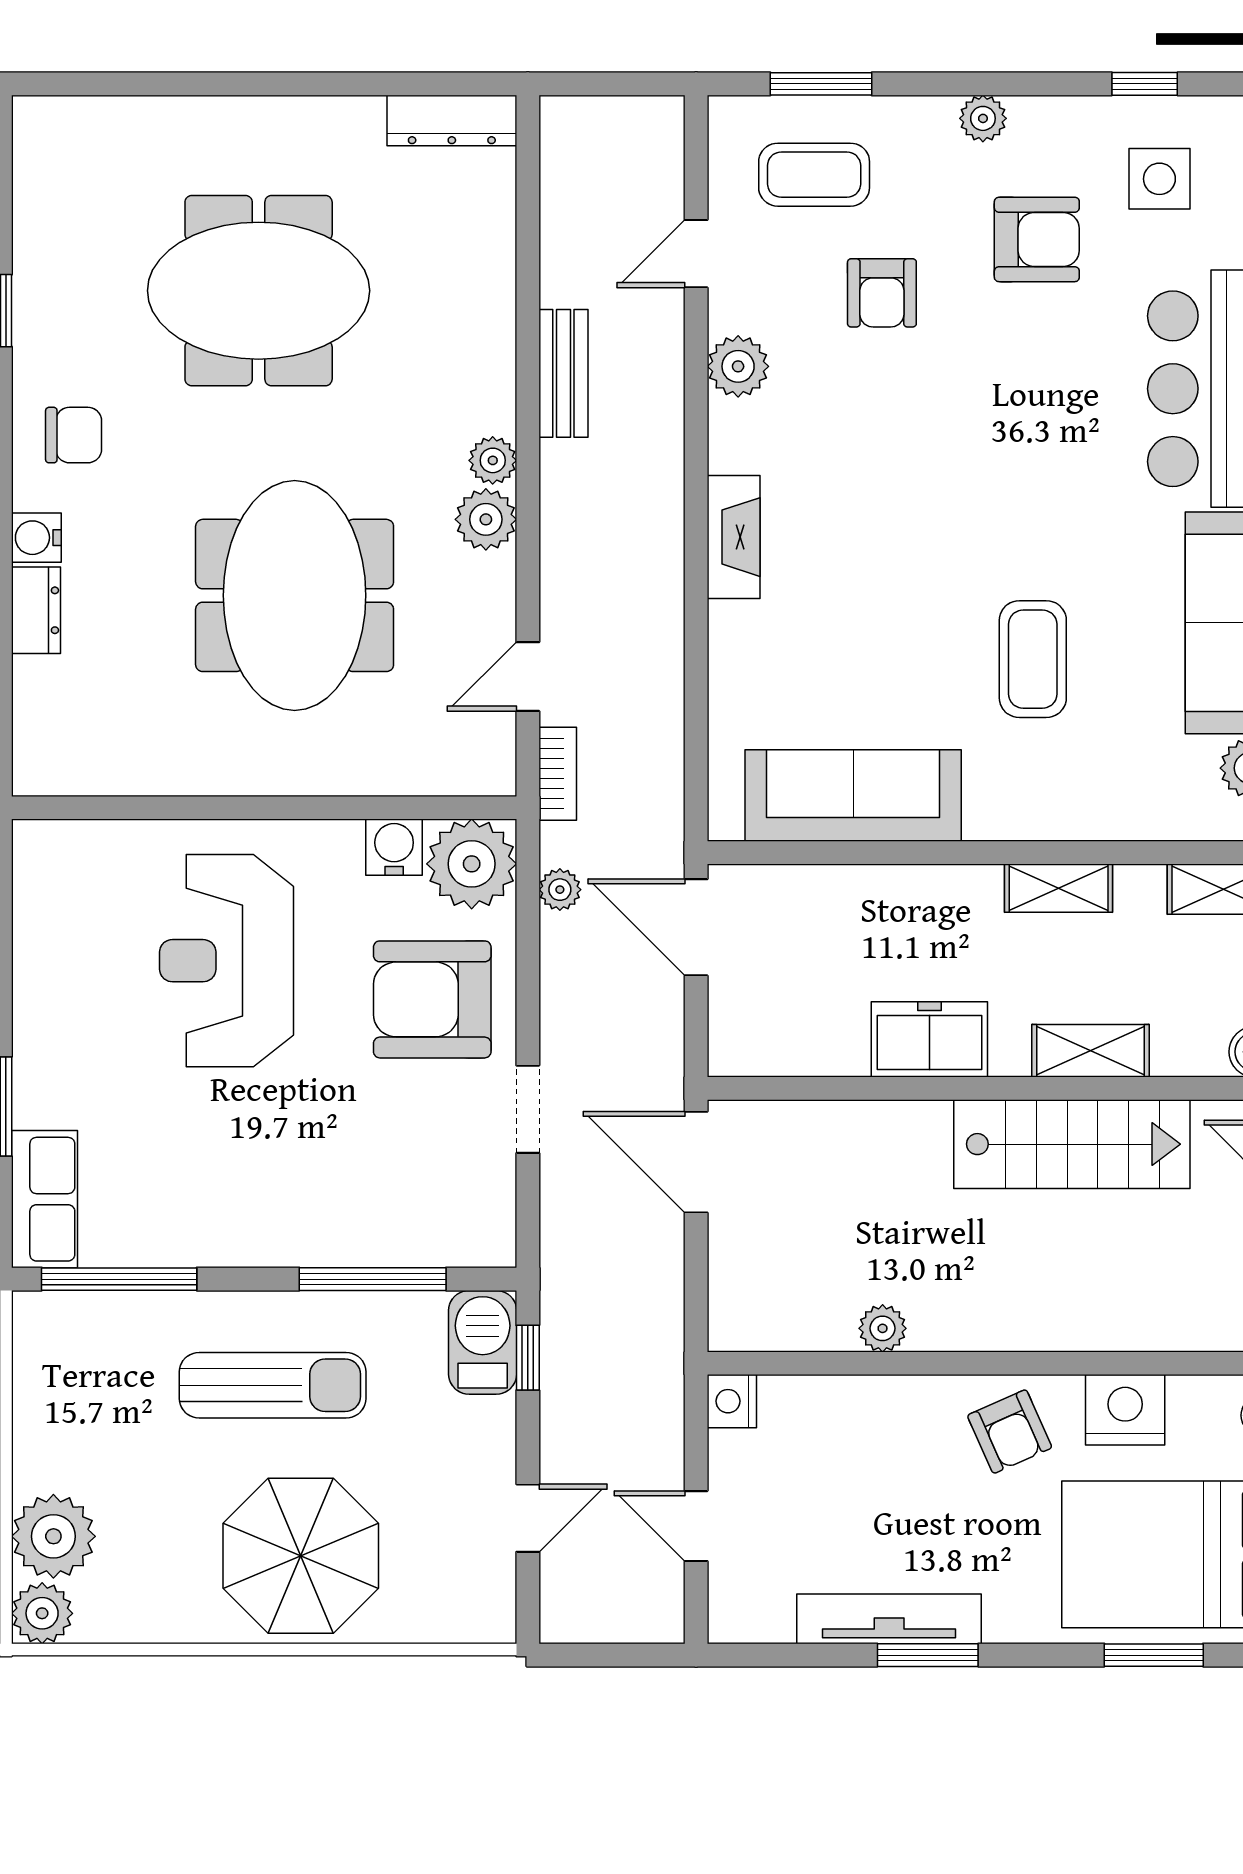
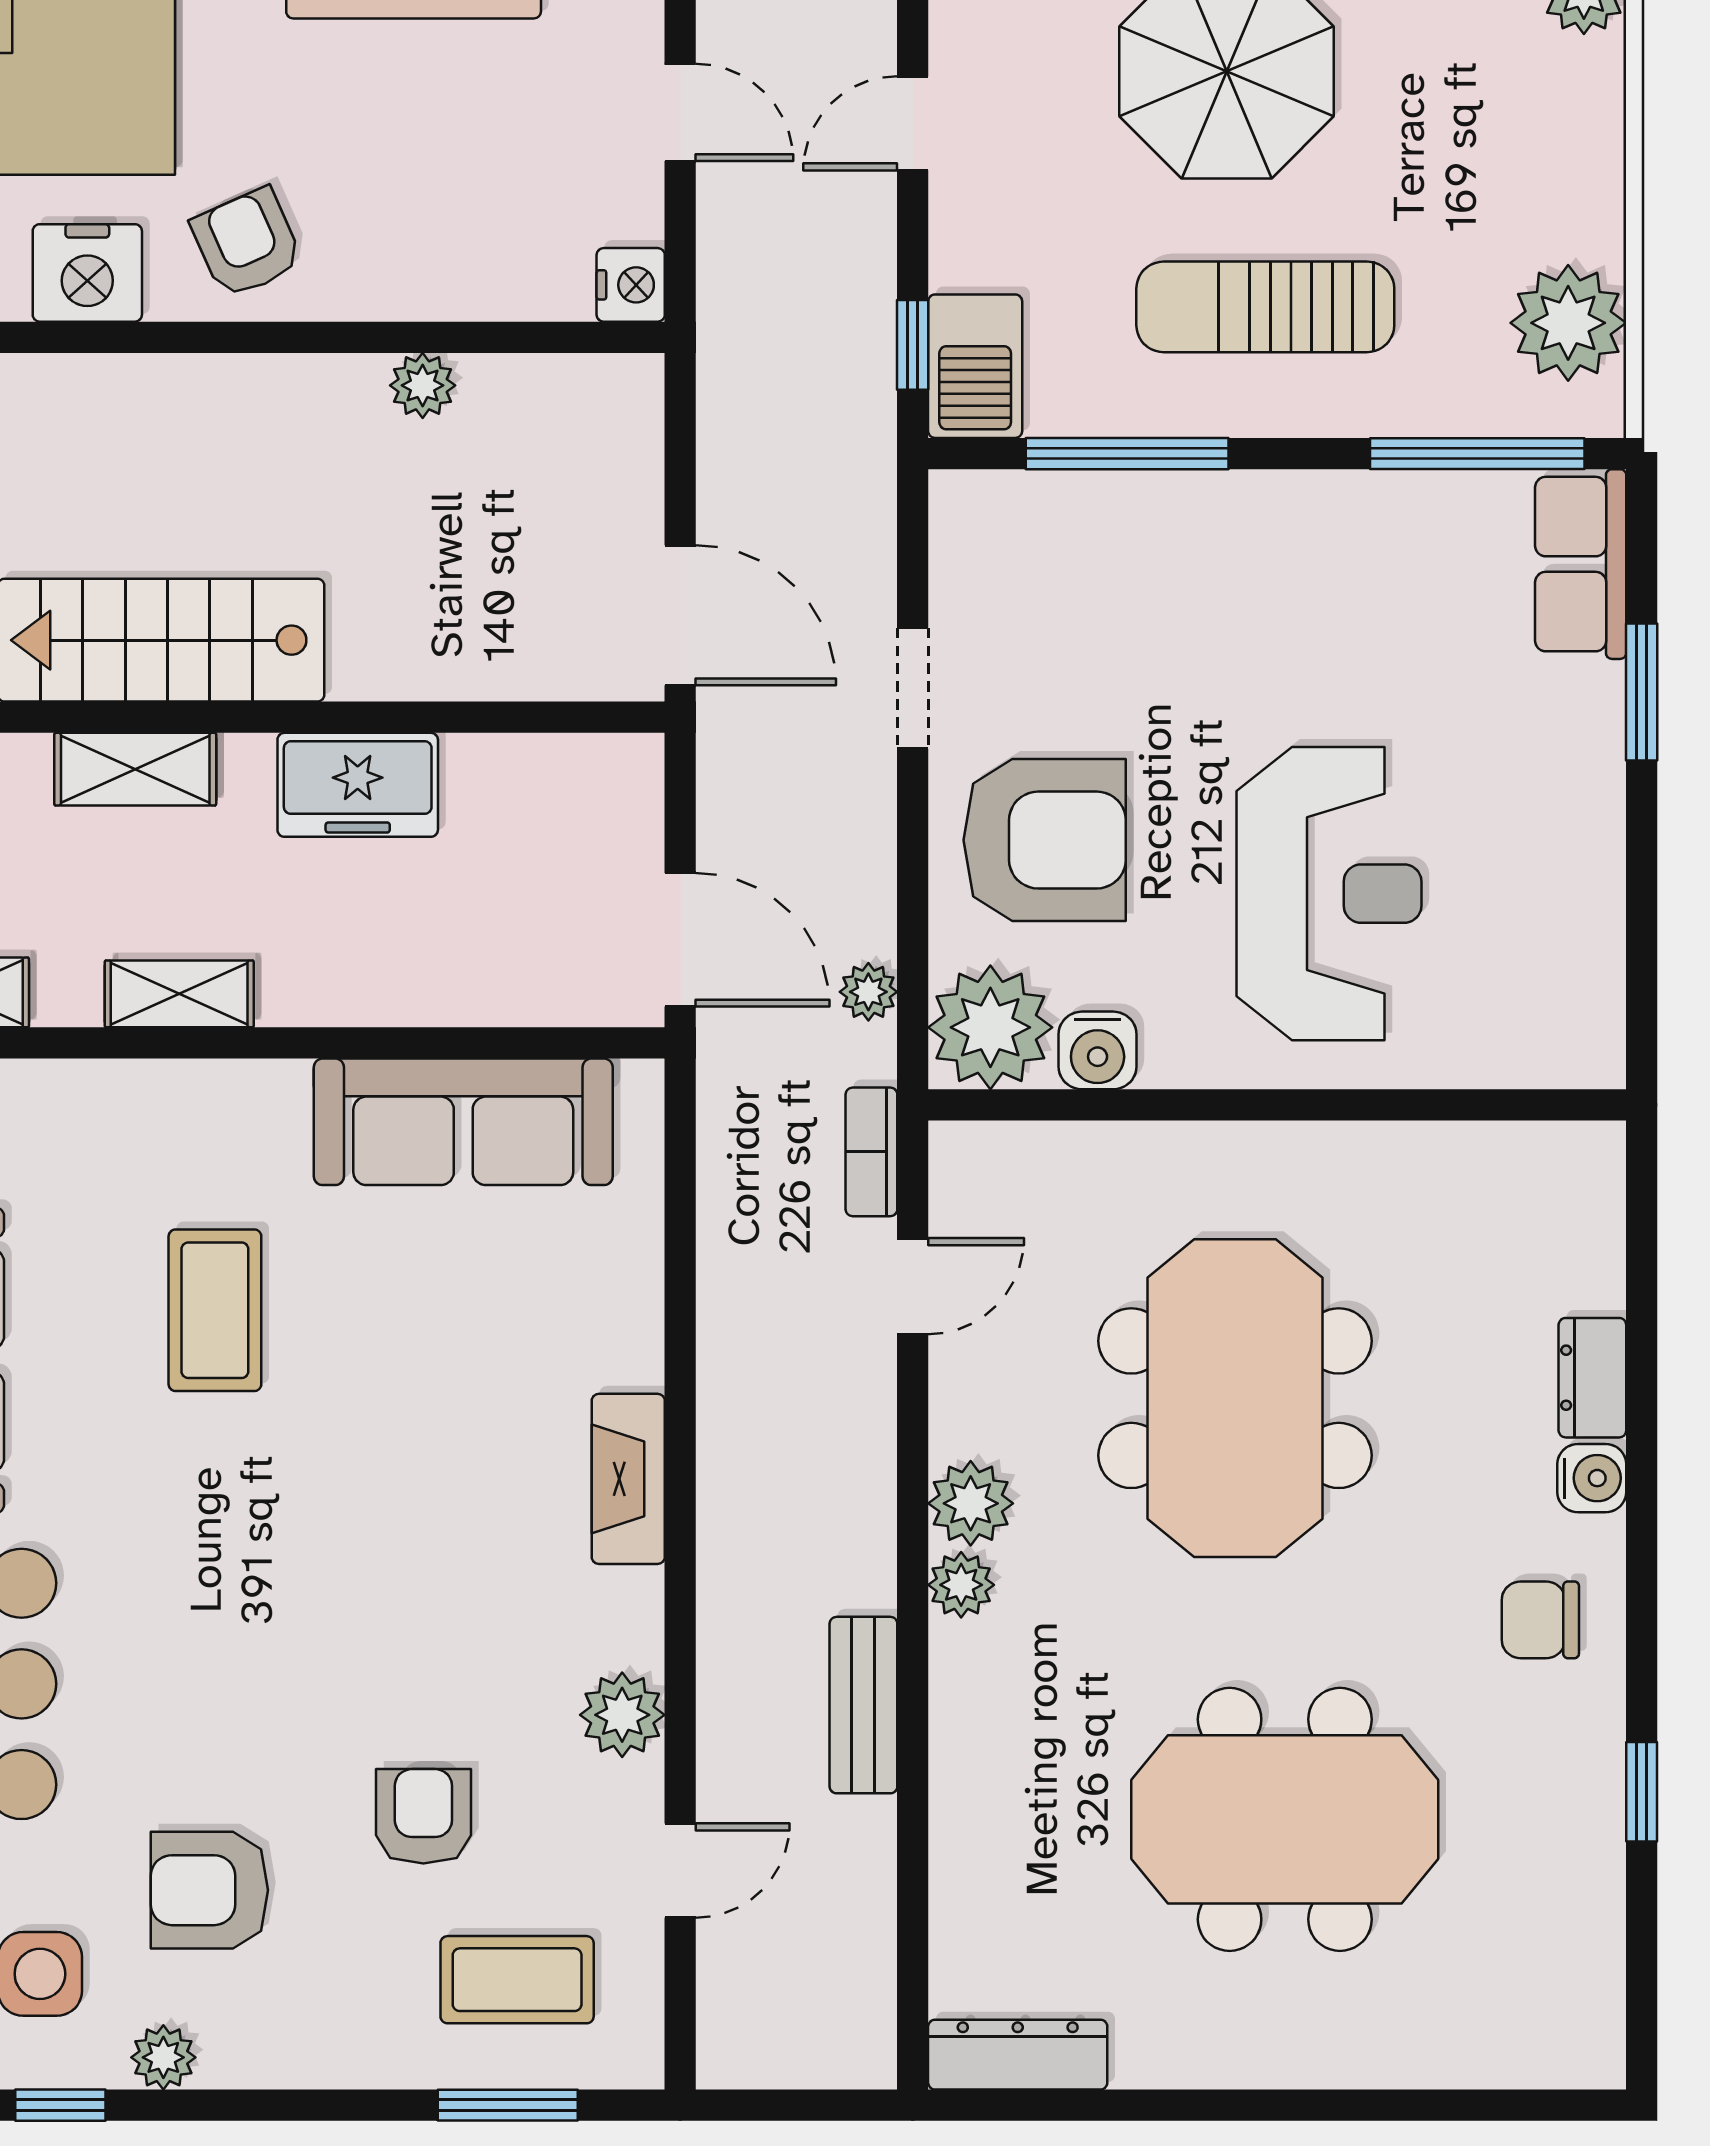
plant: (983, 118) -> (163, 2057), moved
plant: (53, 1536) -> (1568, 323), moved

